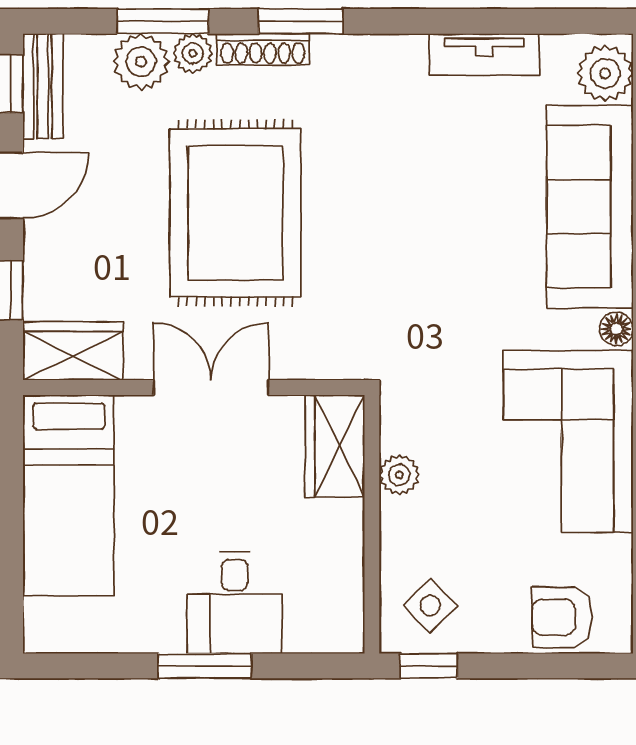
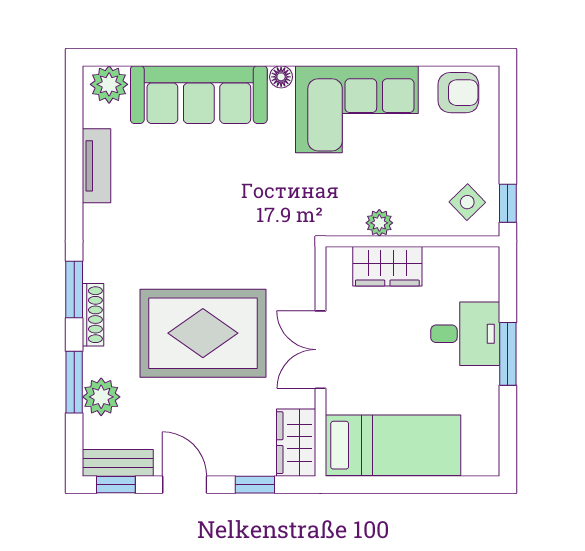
plant: (193, 53) -> (96, 362), removed
wardrobe: (335, 446) -> (387, 266), moved
armchair: (562, 617) -> (458, 93), moved, turned -90

